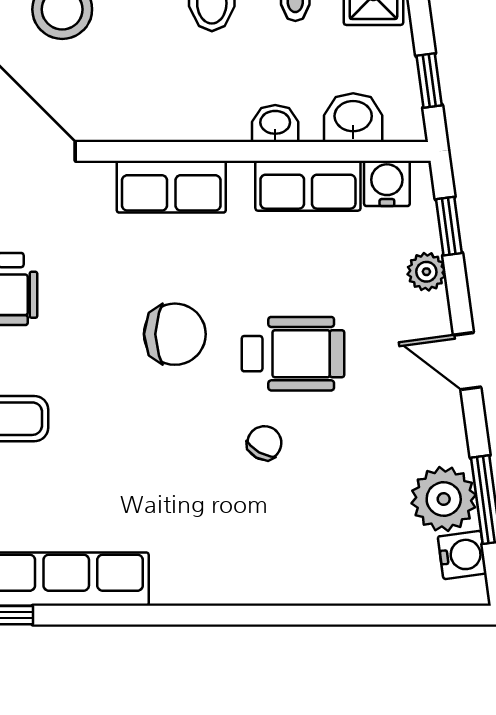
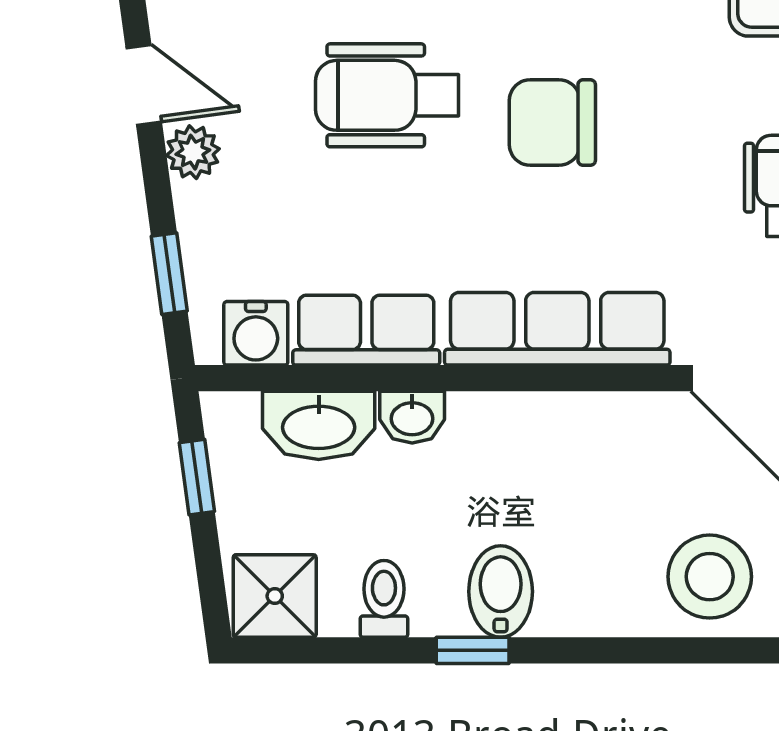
washbasin: (353, 118) -> (319, 425), width x1.38
row of seats: (171, 187) -> (557, 329), width x1.48
plant: (426, 272) -> (193, 152), moved

